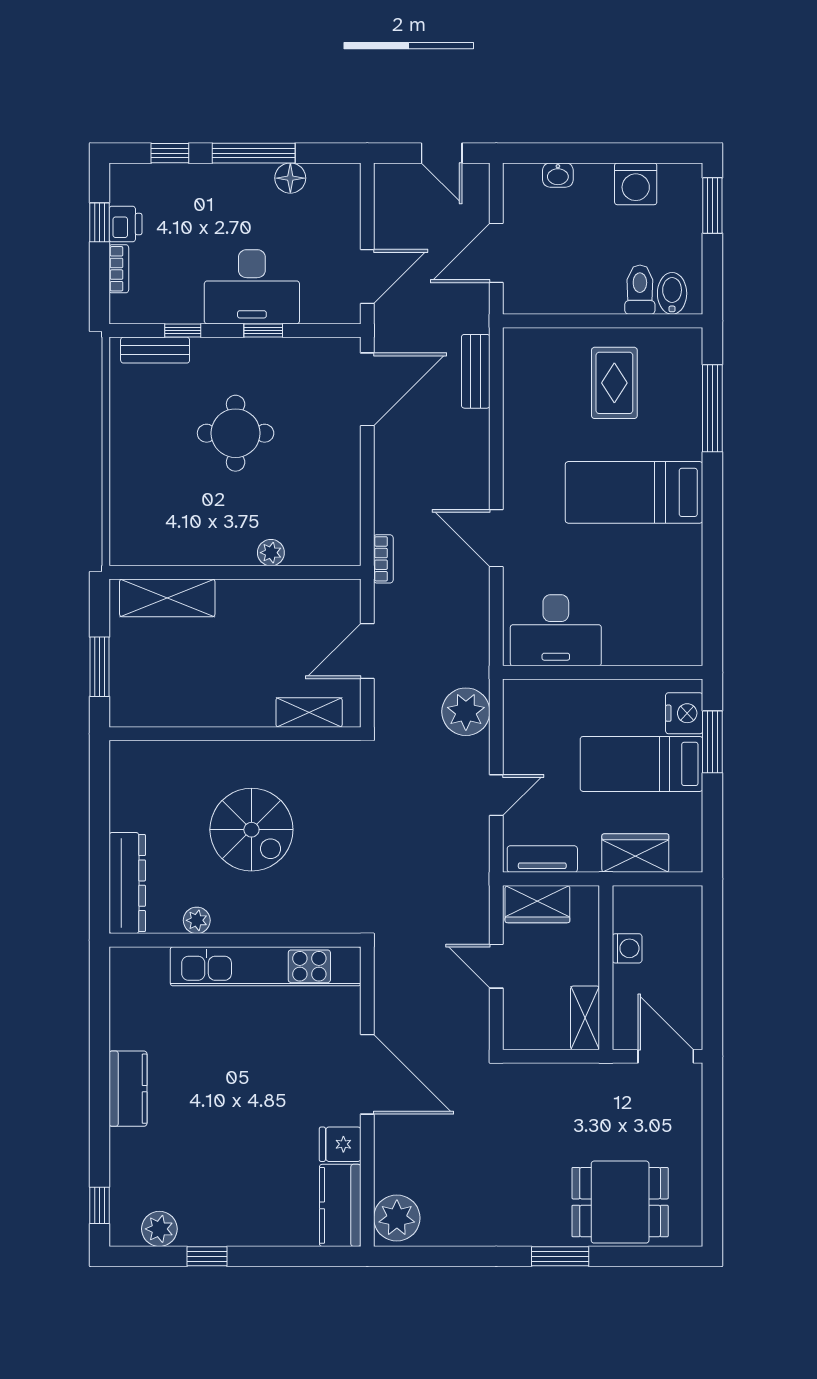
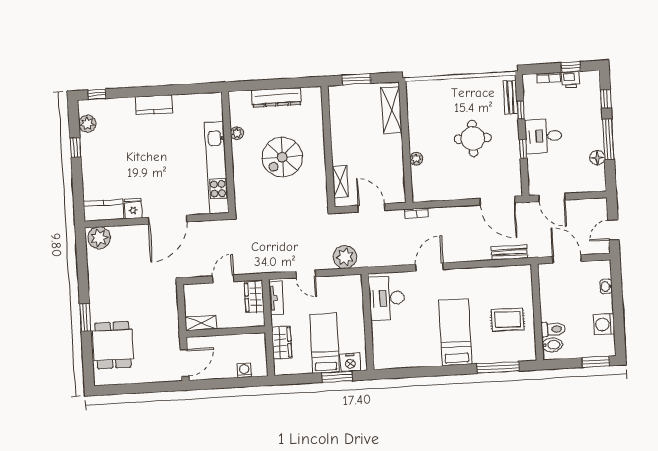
desk: (252, 287) -> (543, 136), width x0.73
dresser: (127, 883) -> (276, 97), moved
washing machine: (627, 948) -> (244, 370), moved, turned 180

